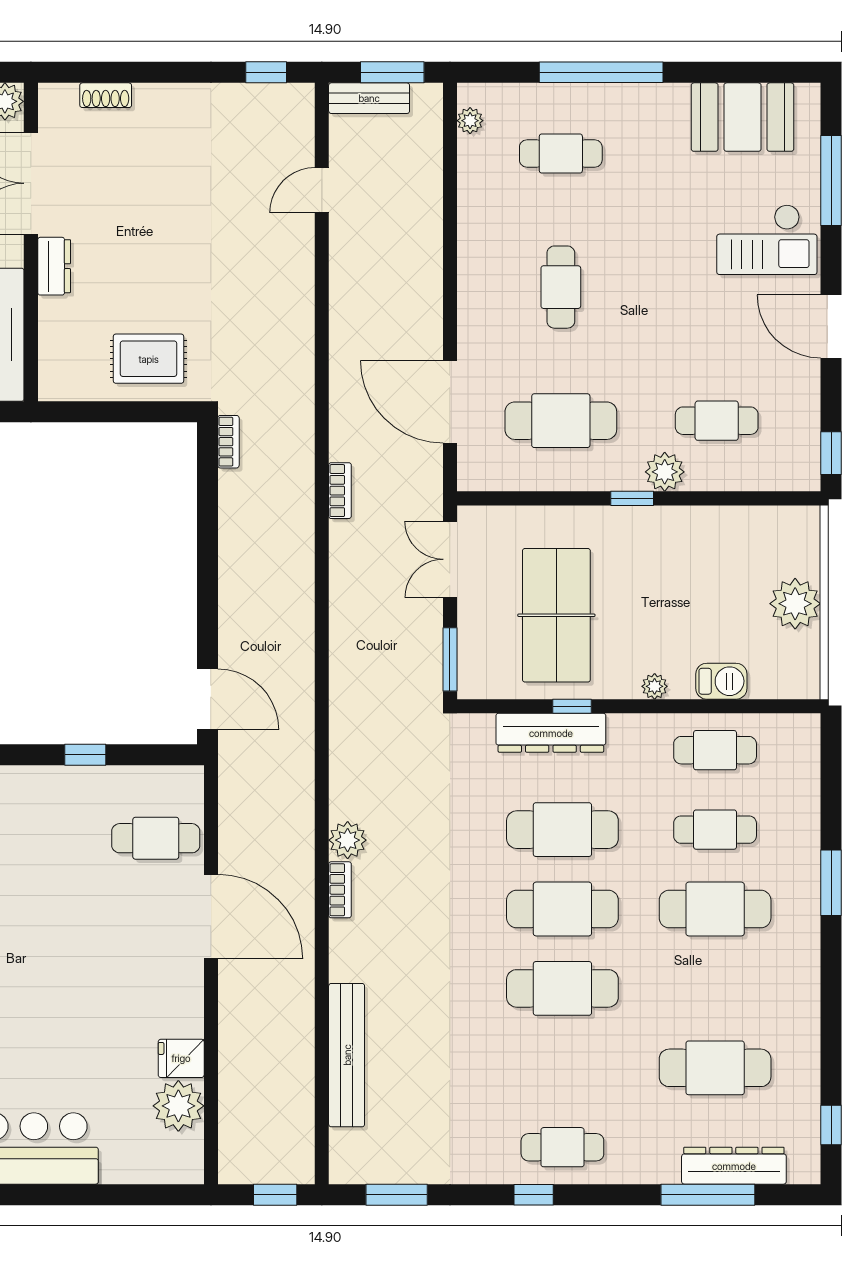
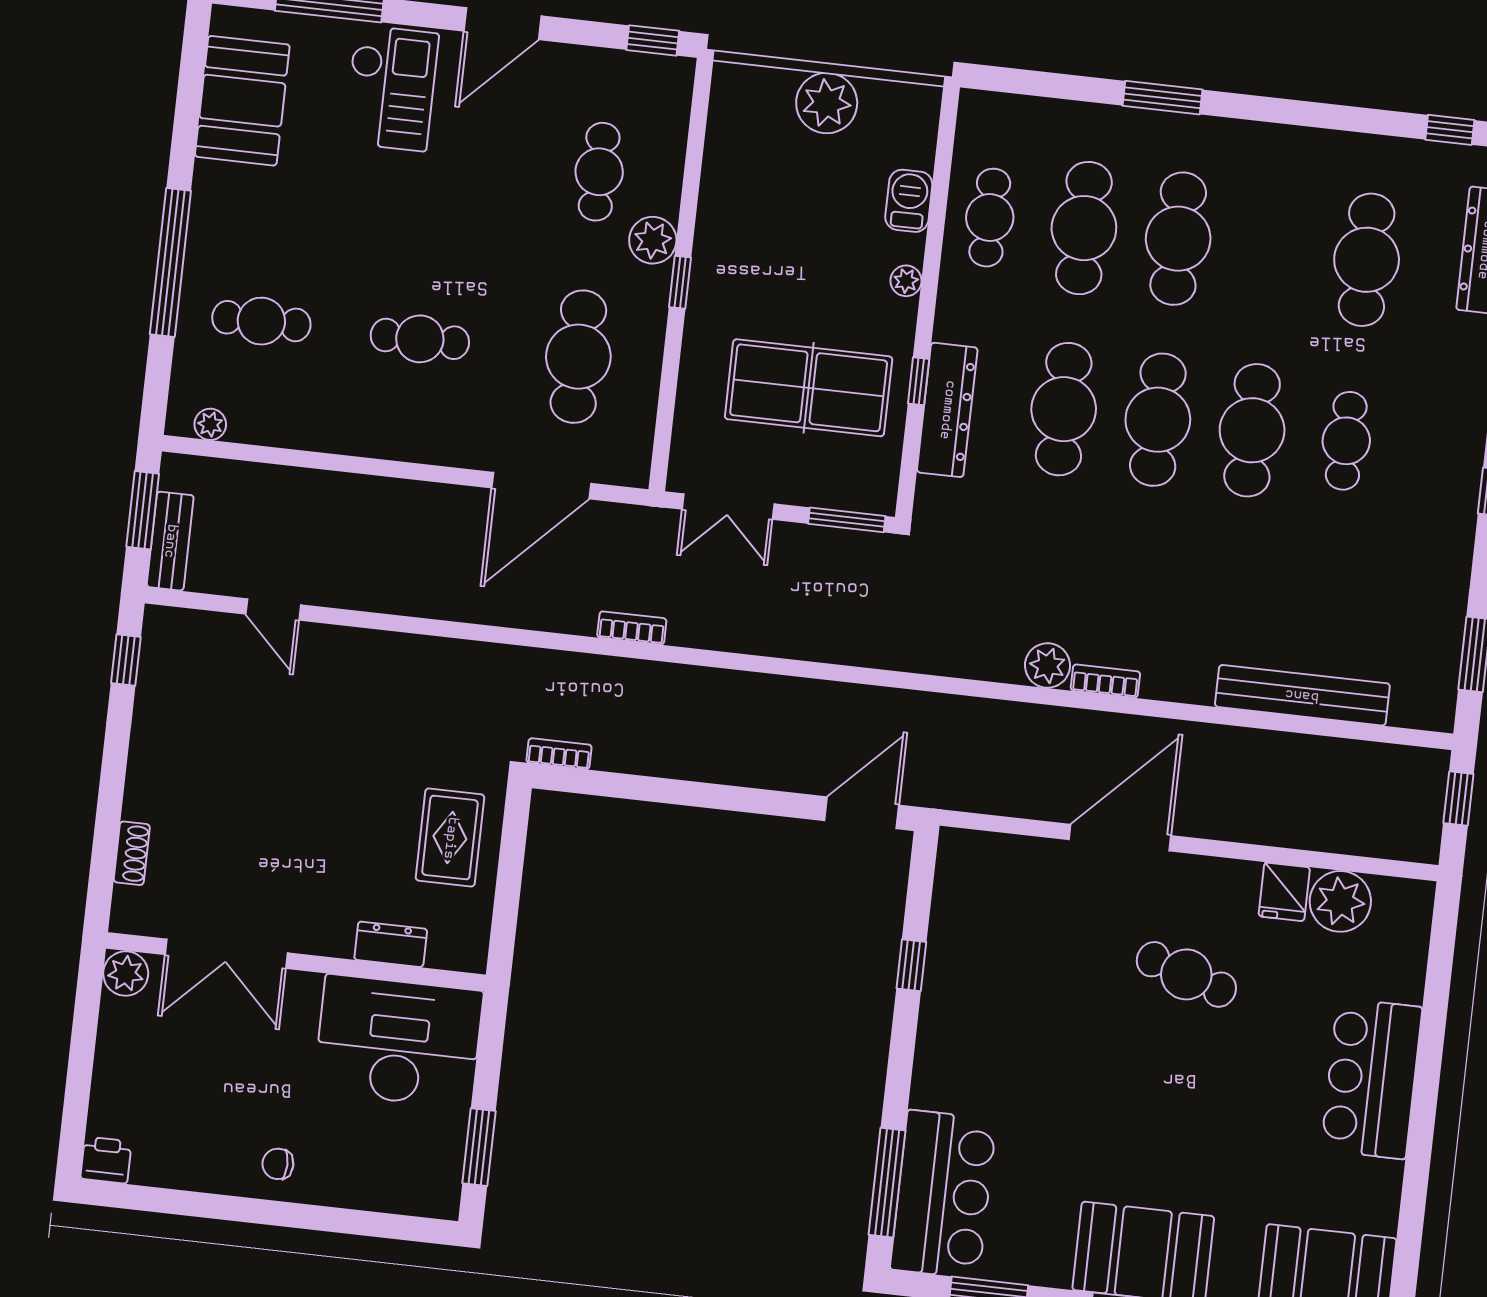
cafe table: (561, 153) -> (261, 321), turned 90
dresser: (54, 266) -> (391, 944), moved
cafe table: (715, 830) -> (1084, 228), width x1.37, depth x1.35
cafe table: (156, 838) -> (1186, 974), moved, turned -72
cafe table: (562, 1147) -> (1346, 441), moved

